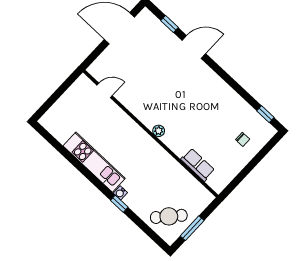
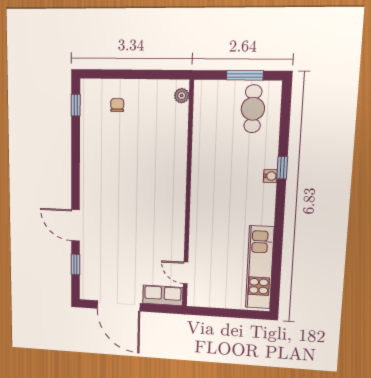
plant: (159, 131) -> (182, 96), moved
kitchen unit: (94, 162) -> (260, 267), moved
row of seats: (198, 165) -> (163, 295), moved, turned 90
cafe table: (169, 216) -> (253, 109), turned 48

